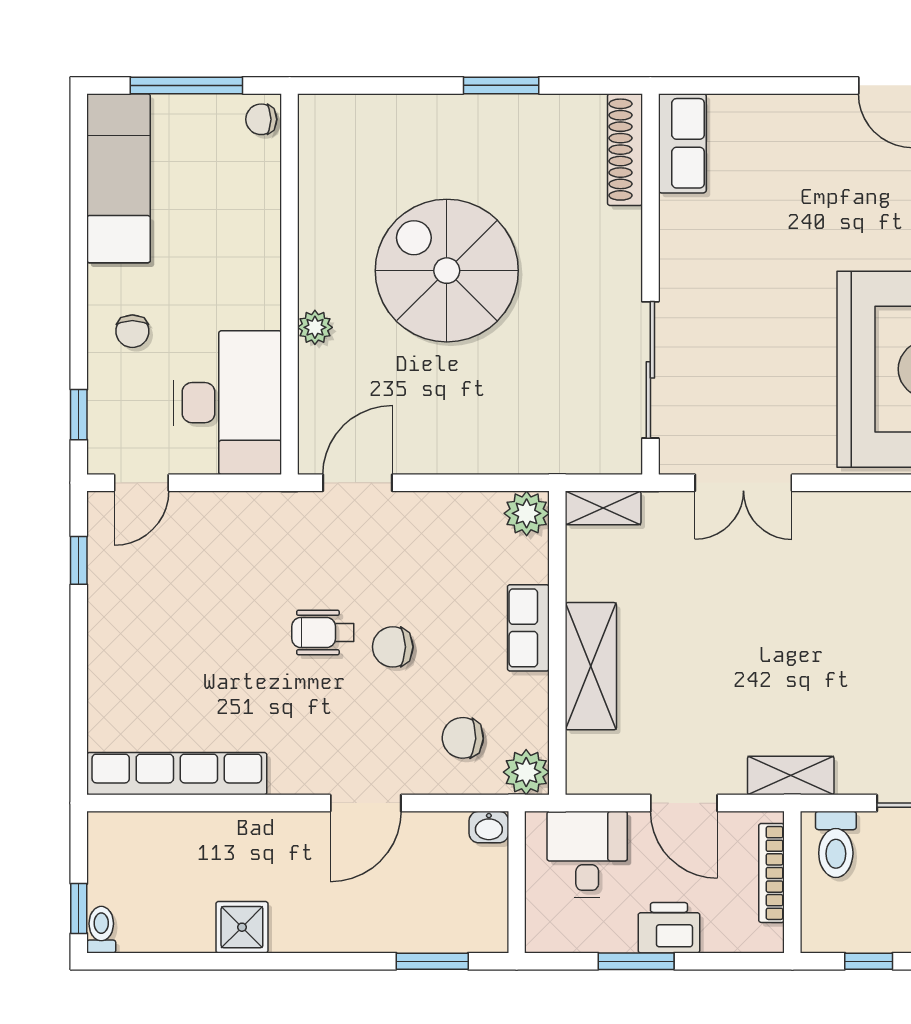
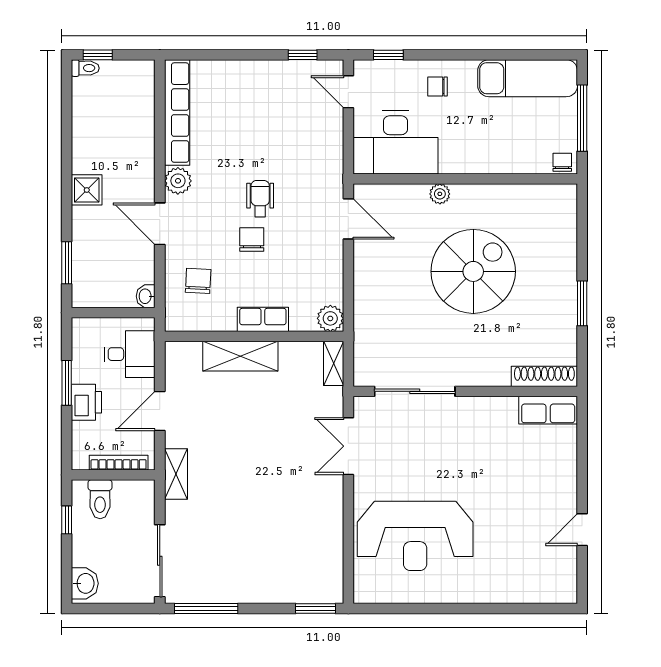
plant: (526, 772) -> (178, 181), moved
toilet: (836, 844) -> (100, 499), moved, turned -90
shower: (242, 927) -> (87, 190), moved

